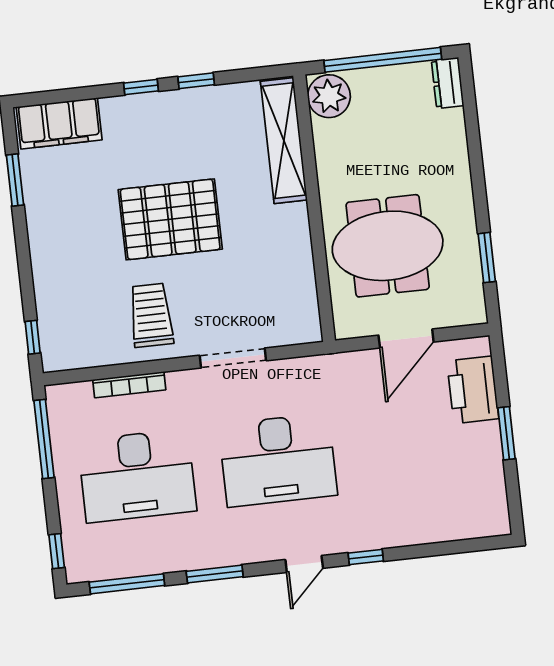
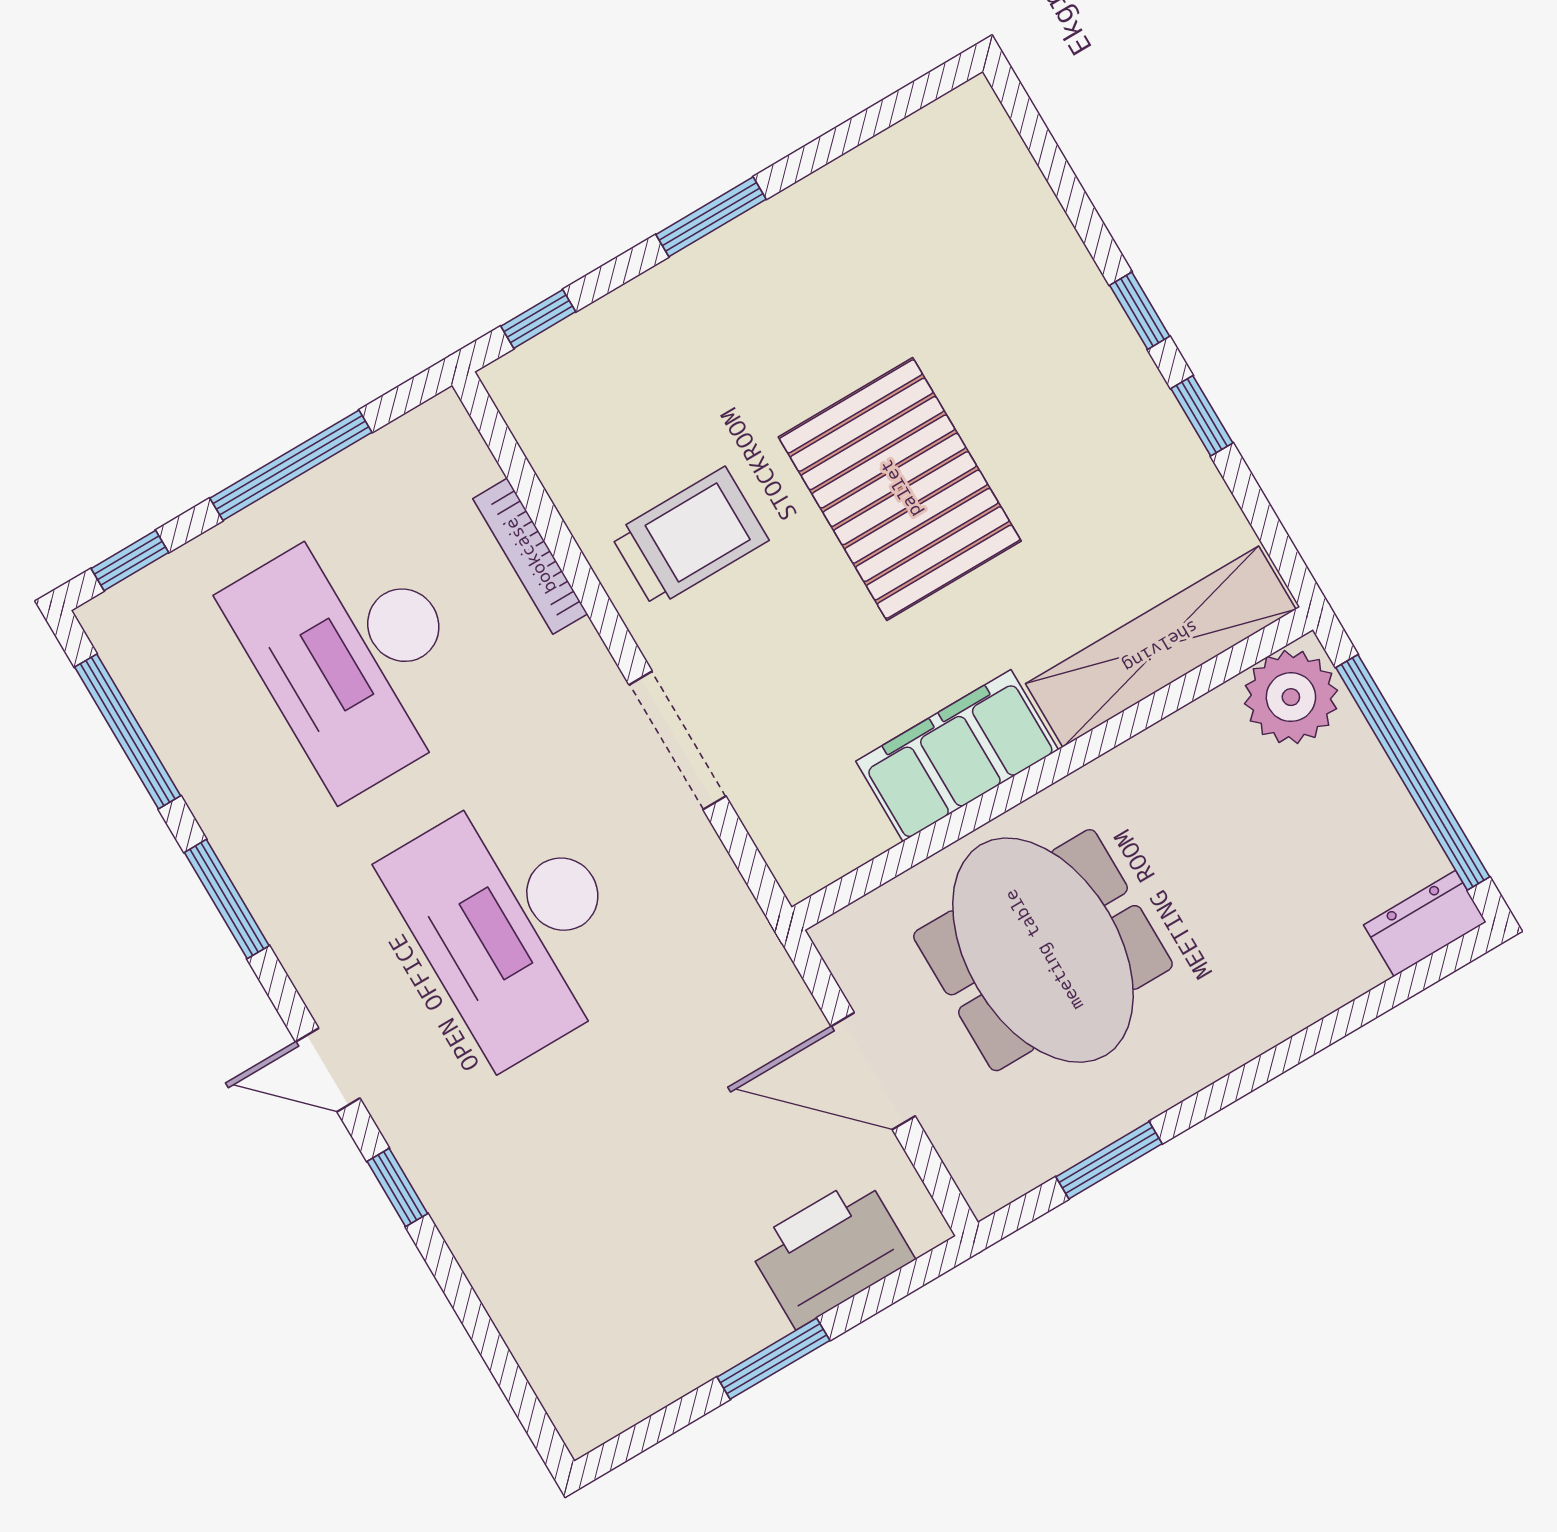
filing cabinet: (59, 123) -> (957, 756), moved, turned 90
window: (15, 180) -> (711, 217), moved
window: (44, 439) -> (291, 465), moved

